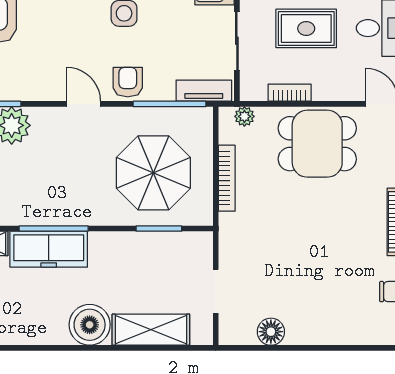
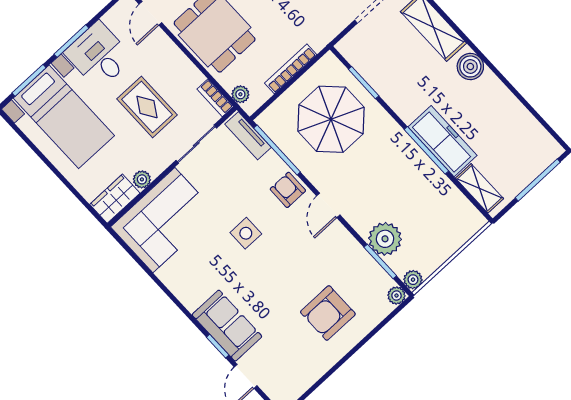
armchair: (128, 82) -> (288, 190), turned 90
bookcase: (290, 93) -> (215, 98), moved
boiler: (90, 325) -> (470, 66), width x0.73, depth x0.73

